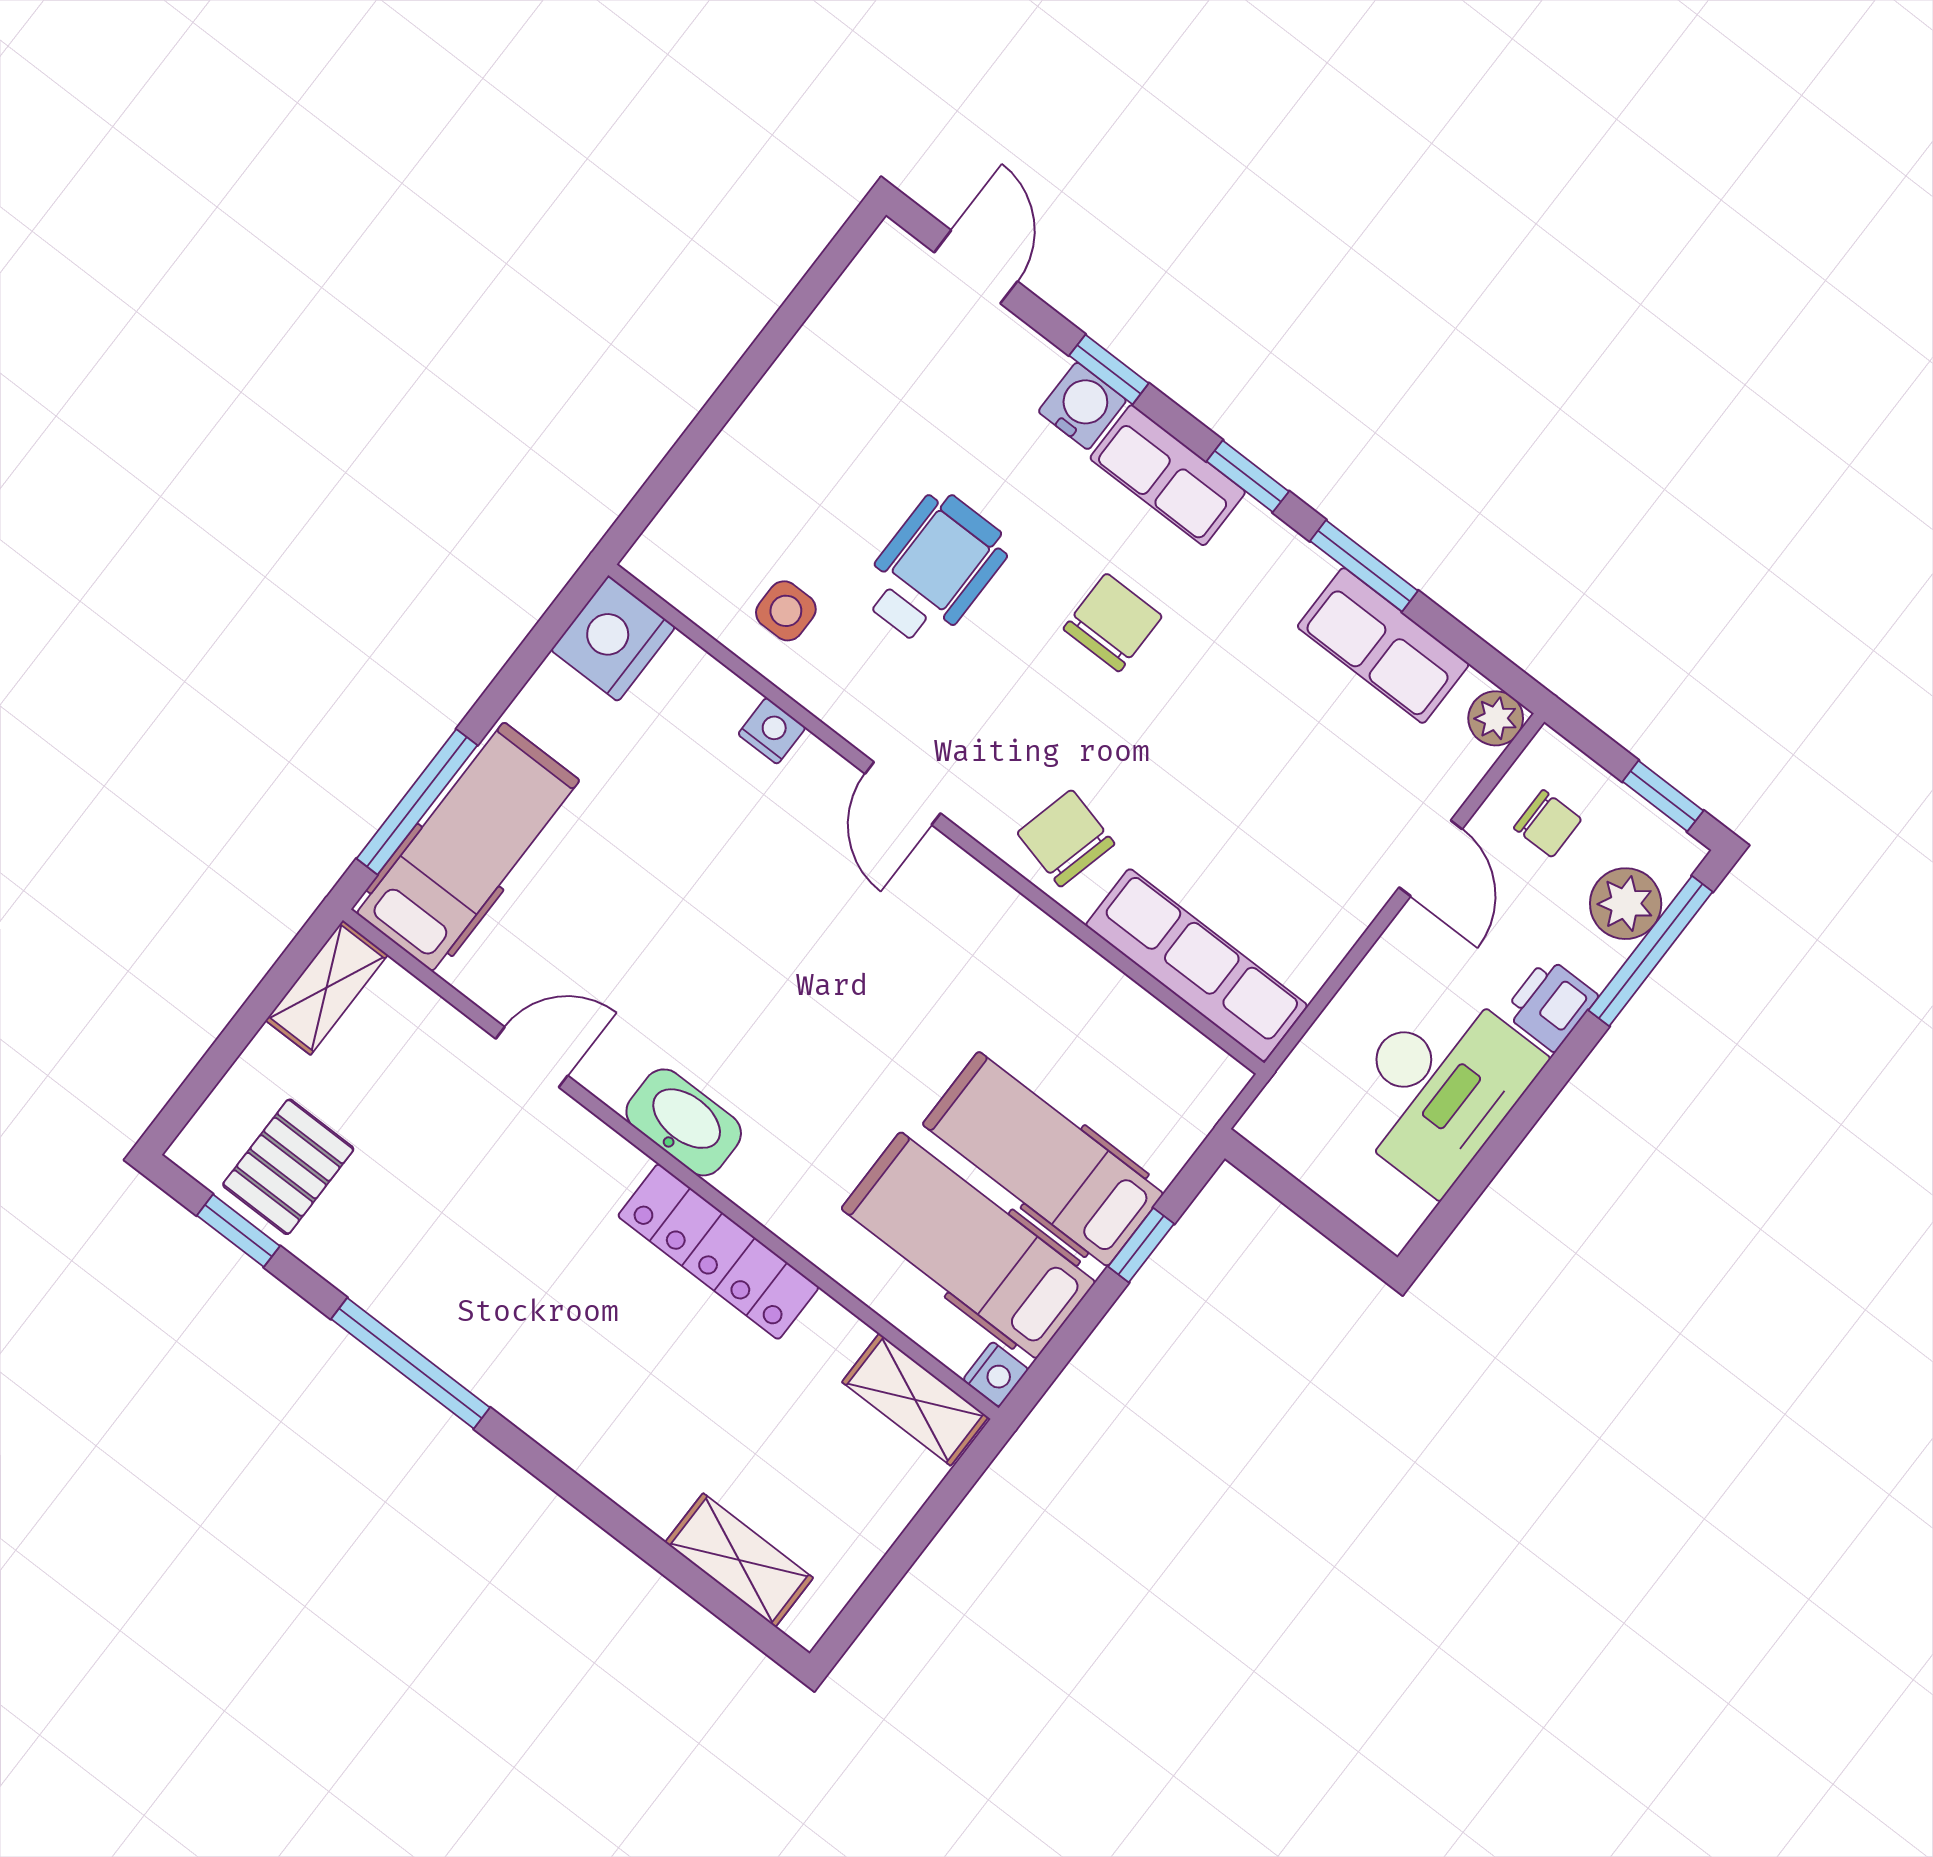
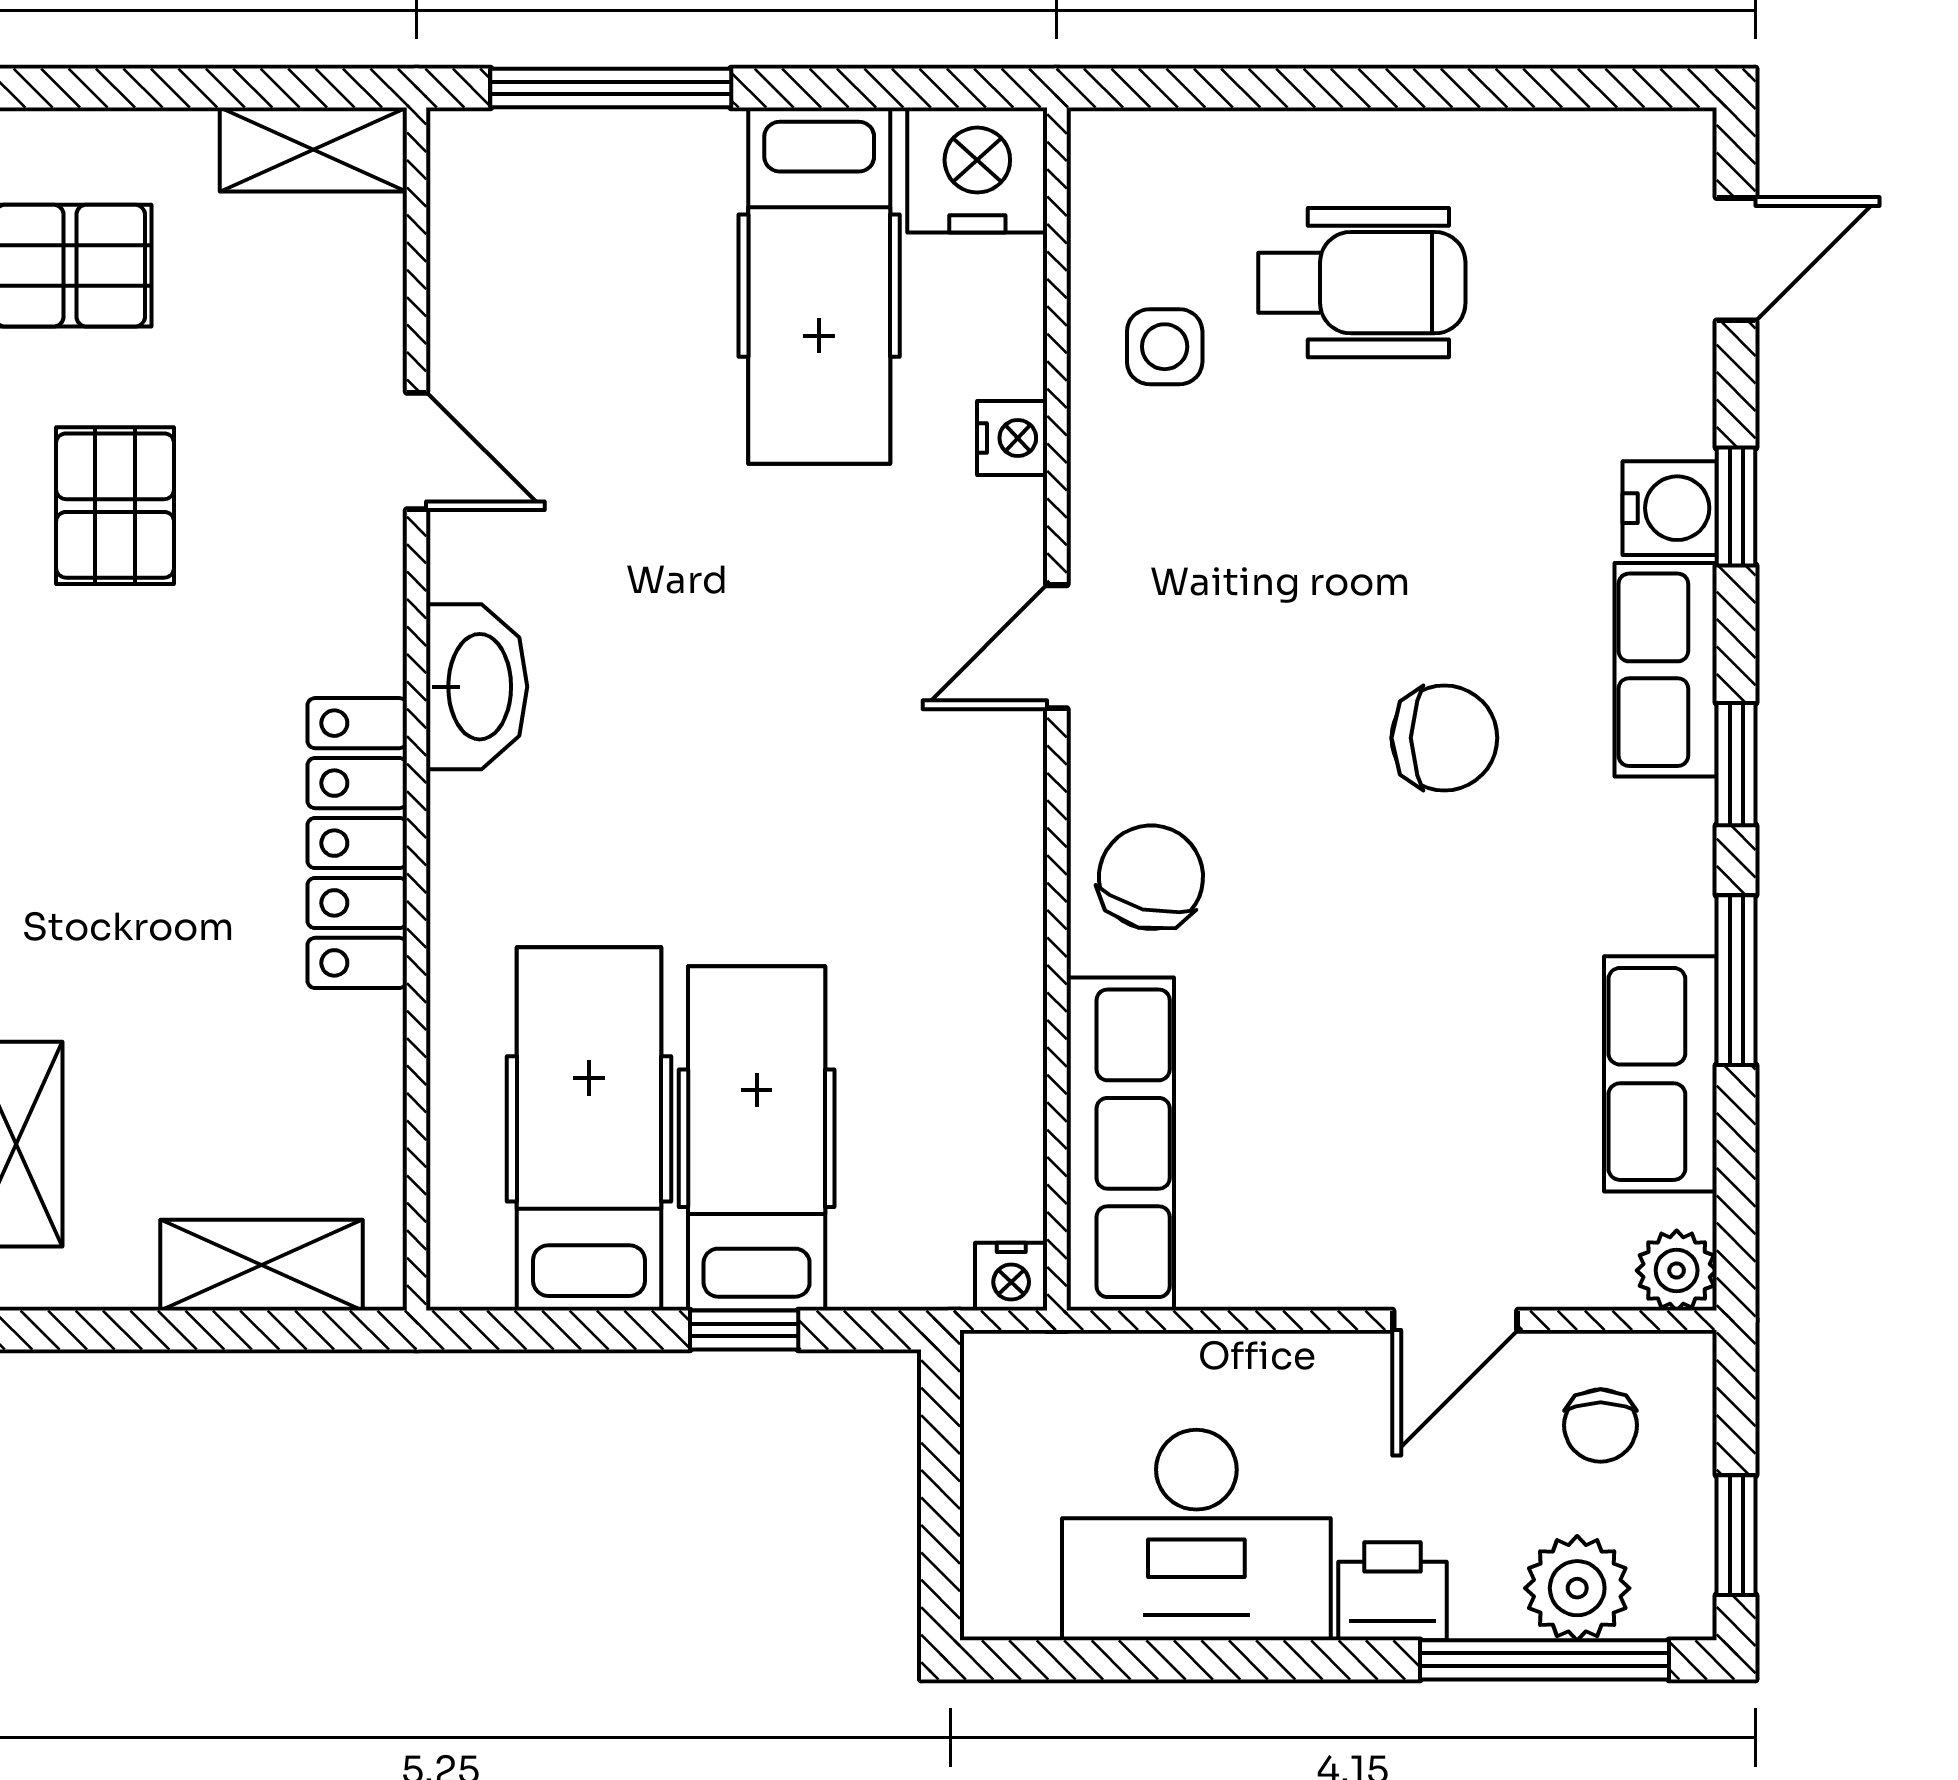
wheelchair: (934, 569) -> (1362, 283), moved
hospital bed: (468, 847) -> (819, 286), moved, turned 90
pallet: (436, 1242) -> (115, 506), added
nightstand: (996, 1374) -> (1011, 1277), moved
shelving: (915, 1400) -> (262, 1265), moved, turned 90

